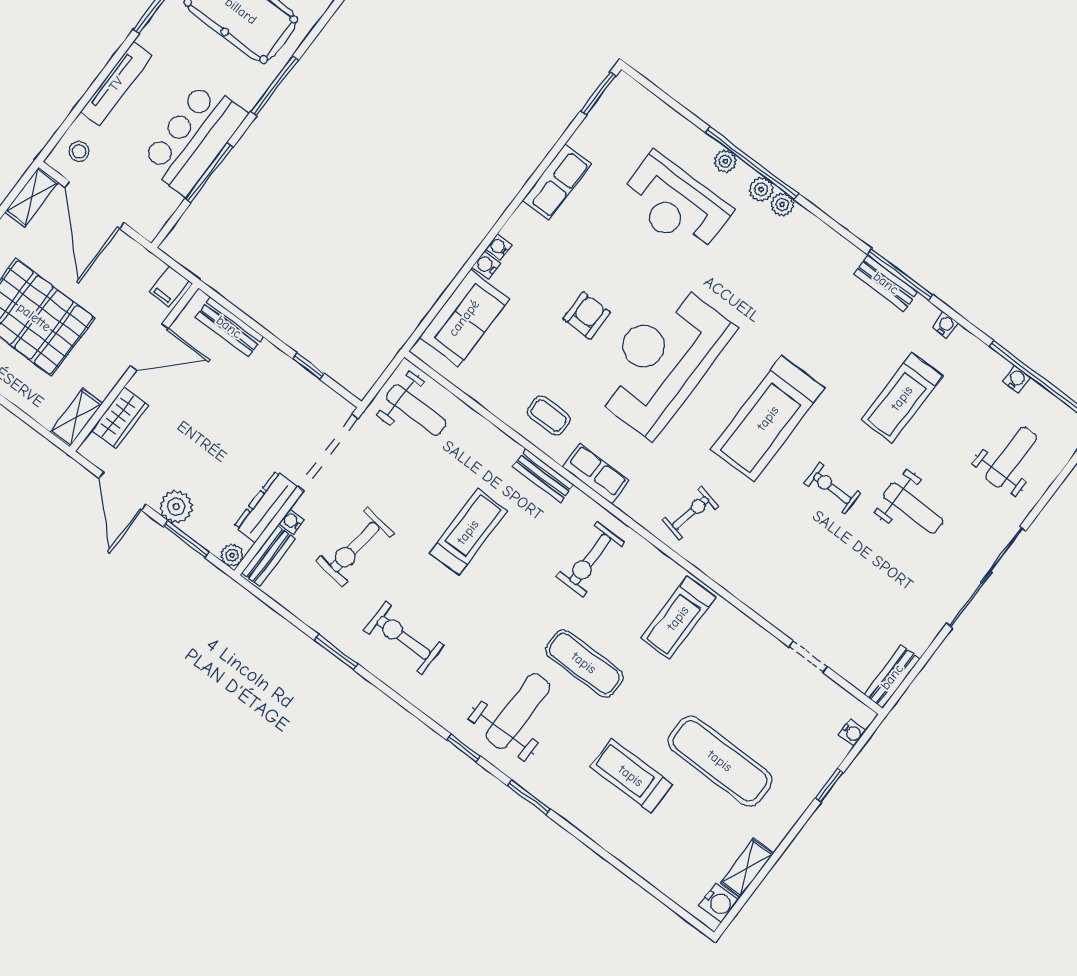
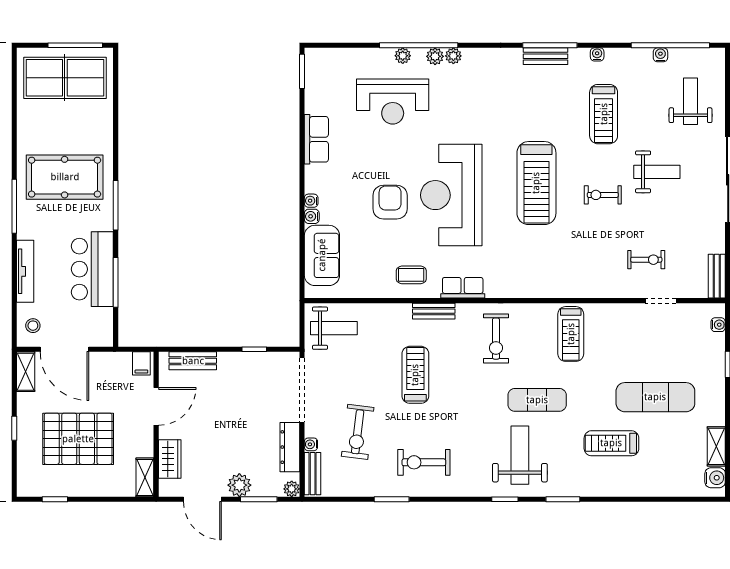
armchair: (587, 316) -> (390, 202), width x1.38, depth x1.38
exercise bike: (691, 513) -> (646, 260), moved, turned 78

